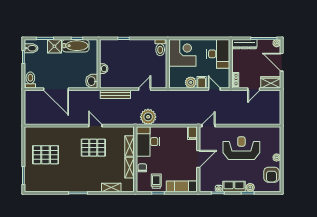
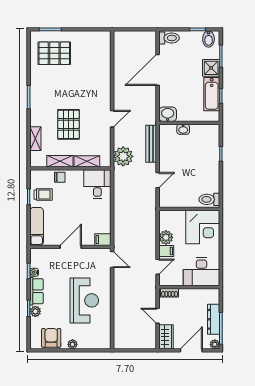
dresser: (245, 44) -> (214, 319), moved
door: (145, 89) -> (158, 180), hinge flipped
plant: (148, 117) -> (123, 156), moved
desk: (148, 142) -> (97, 184), width x0.73
pallet: (93, 148) -> (68, 124), moved
pallet: (46, 155) -> (54, 53), moved, turned 90
door: (198, 159) -> (71, 247), swing flipped
armchair: (271, 175) -> (51, 338), turned 90

